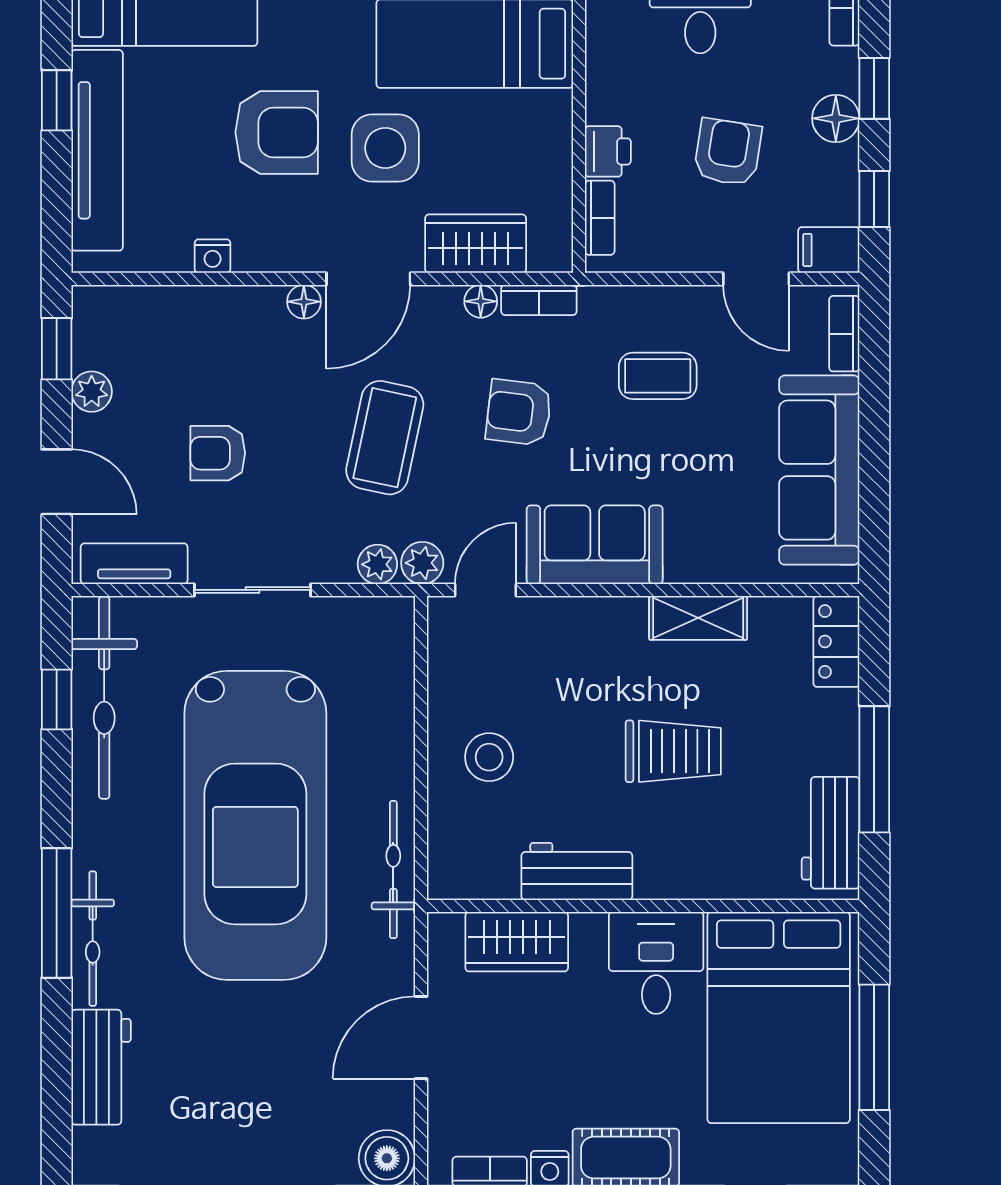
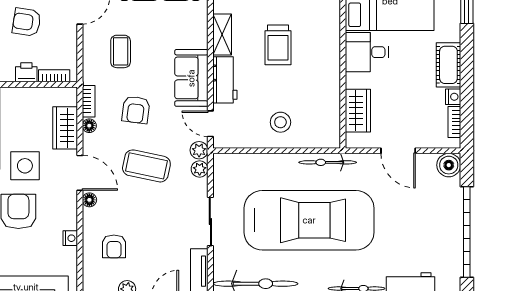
armchair: (218, 453) -> (114, 246), moved
trolley: (673, 751) -> (278, 45), turned 180
workbench: (577, 871) -> (225, 80), moved, turned 180

